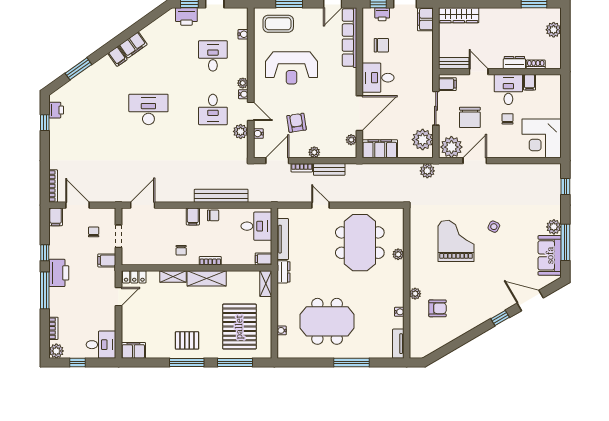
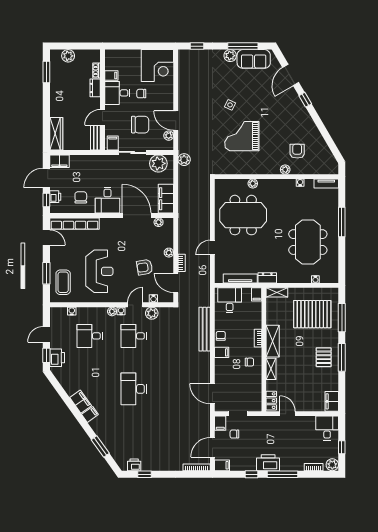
desk: (213, 109) -> (134, 336), turned 180
plant: (451, 147) -> (169, 136), width x0.53, depth x0.53
bench: (329, 169) -> (183, 240), removed
filing cabinet: (107, 260) -> (220, 423), moved

